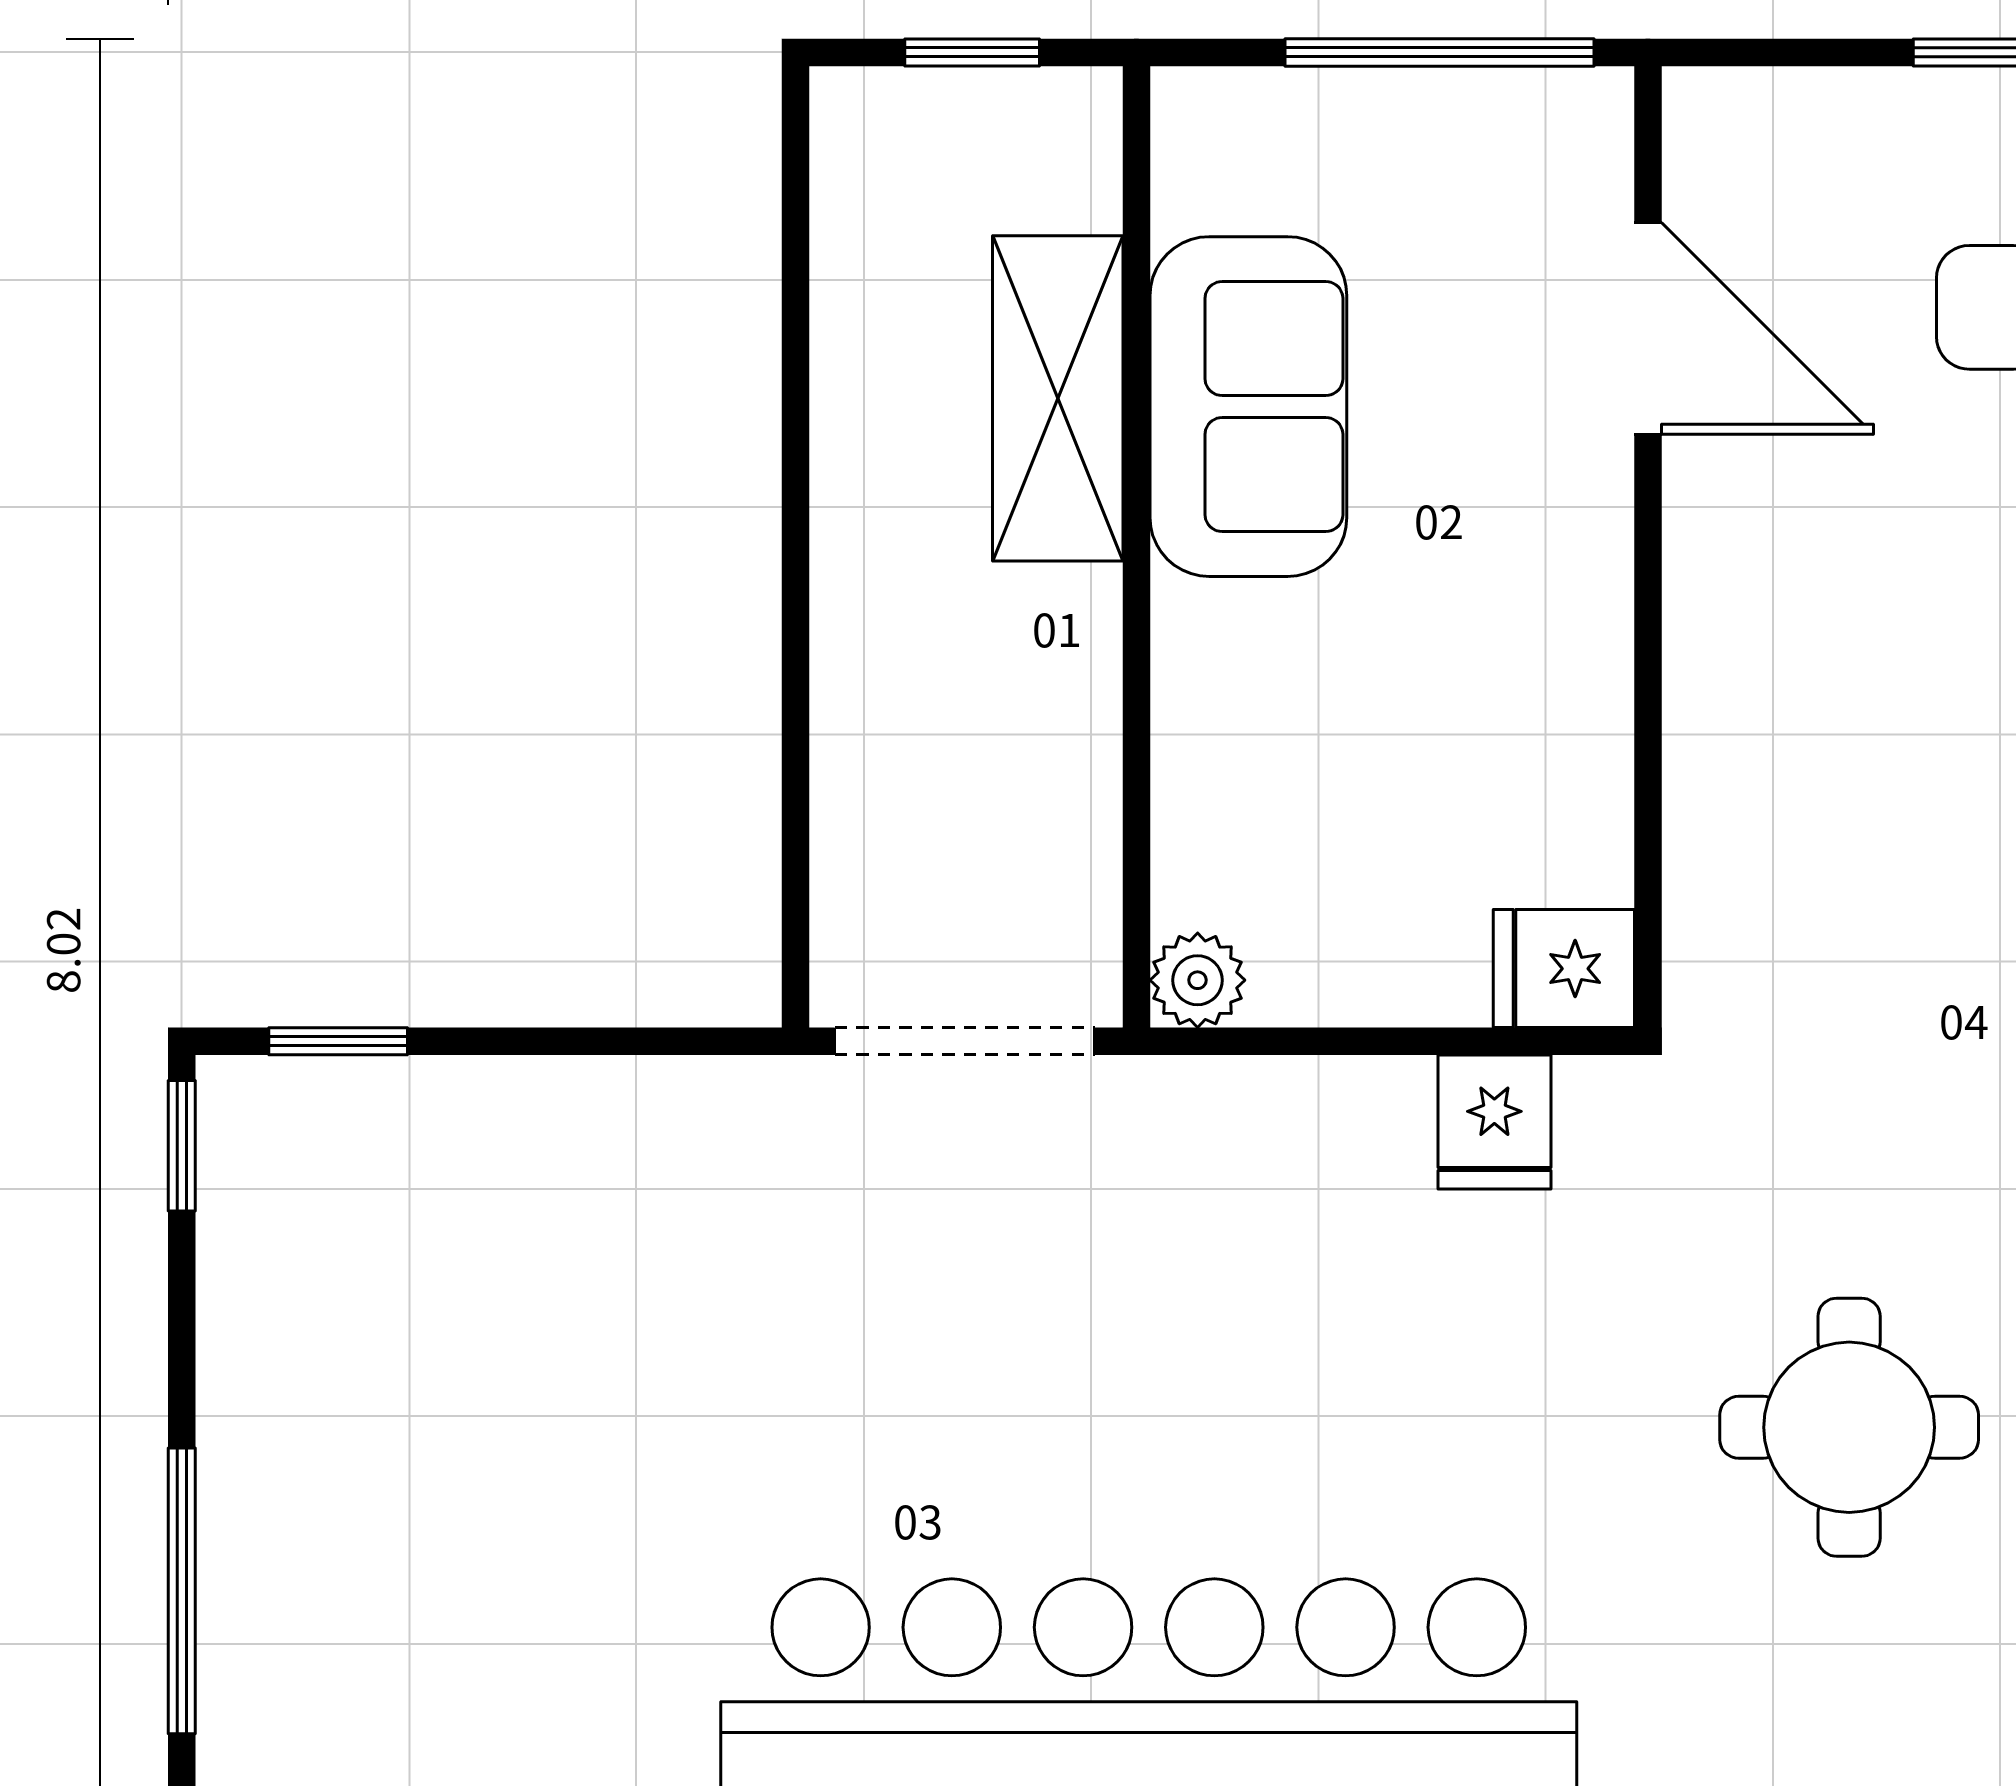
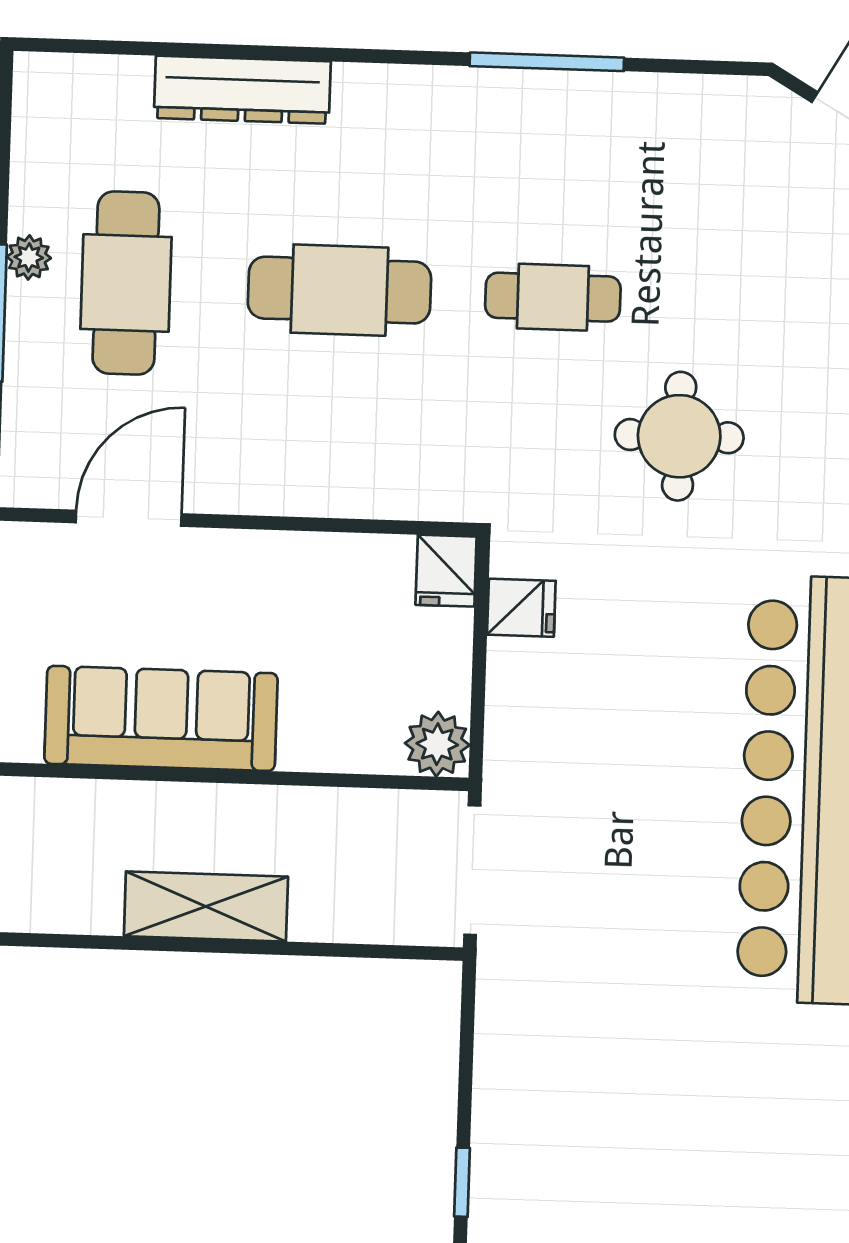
shelving: (1058, 398) -> (206, 906), moved
sofa: (1248, 407) -> (161, 718), width x1.36
plant: (1198, 980) -> (437, 744), width x1.38, depth x1.38

